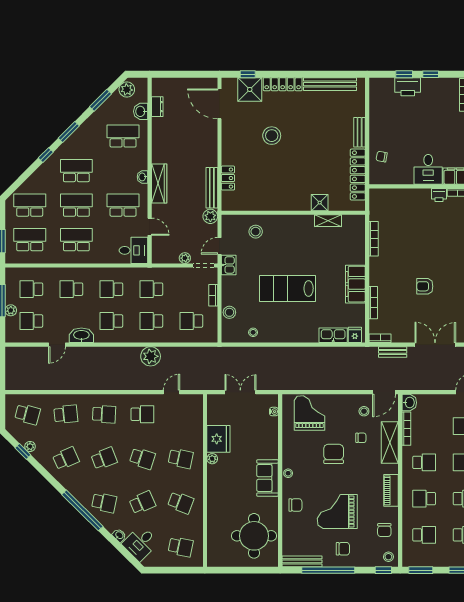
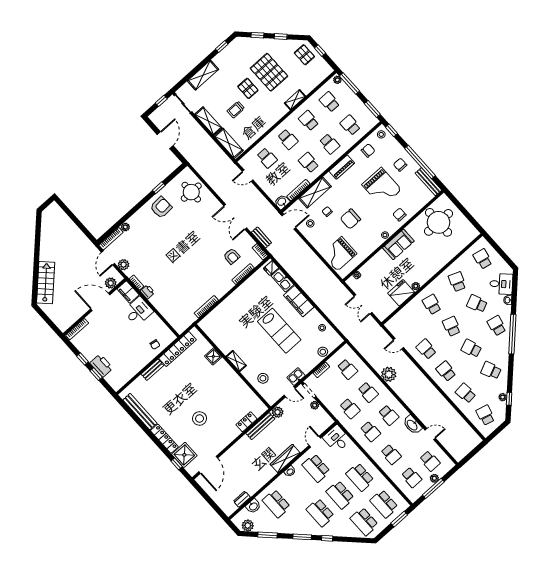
shelving: (328, 221) -> (236, 361), moved
filing cabinet: (355, 284) -> (299, 301), moved, turned 90
armchair: (425, 286) -> (232, 256), moved

